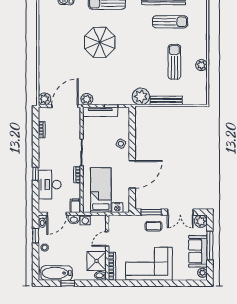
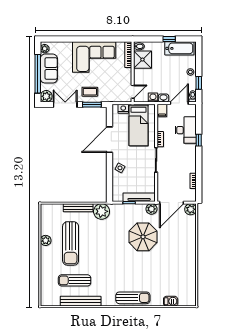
parasol: (100, 42) -> (143, 237), moved
sun lounger: (174, 62) -> (71, 243), width x1.36, depth x1.34
door: (107, 239) -> (133, 92), moved
window: (210, 246) -> (38, 74), width x1.46

